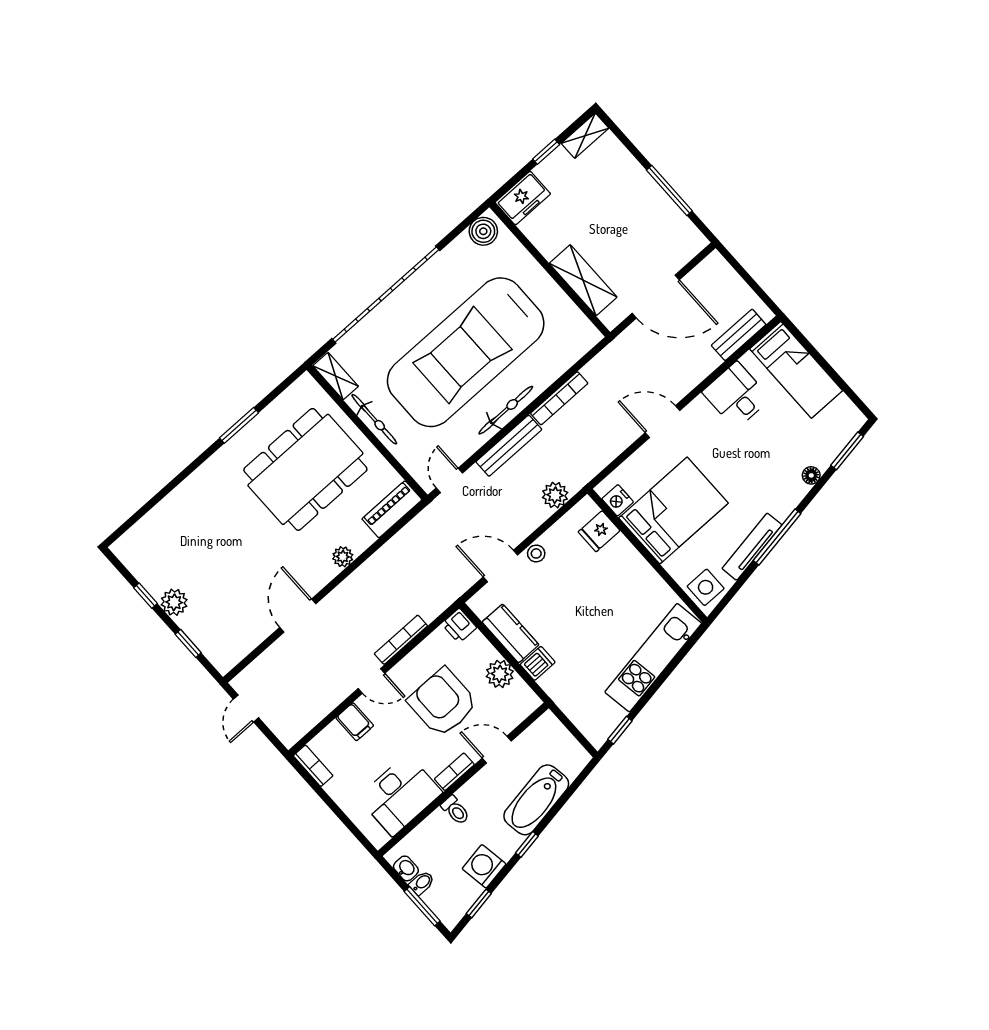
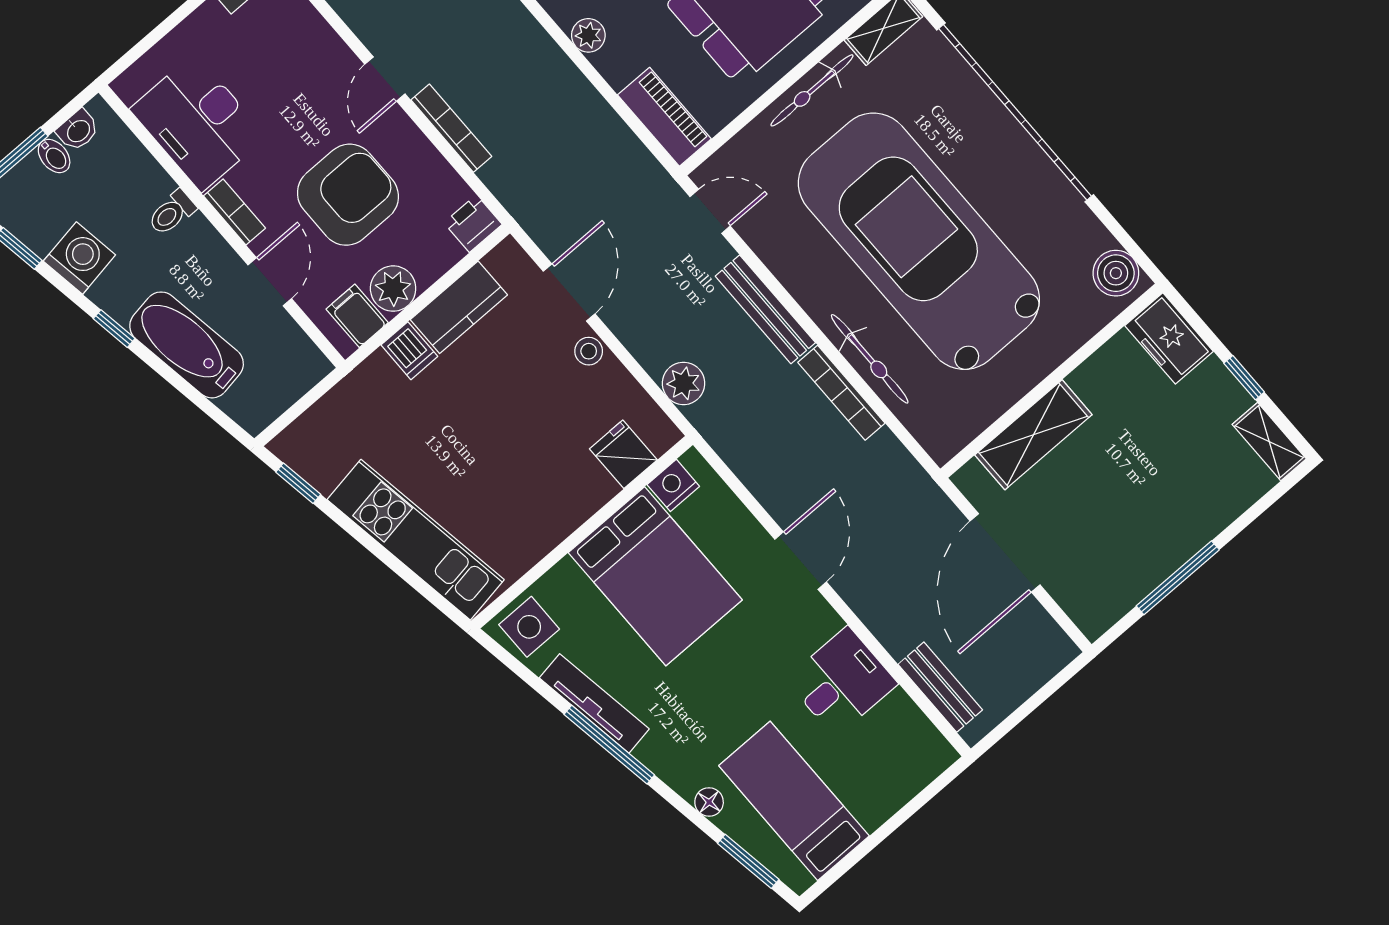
bed: (796, 370) -> (794, 801), moved, turned 90
bicycle: (506, 410) -> (870, 359), moved
filing cabinet: (355, 722) -> (357, 316), moved, turned 90

